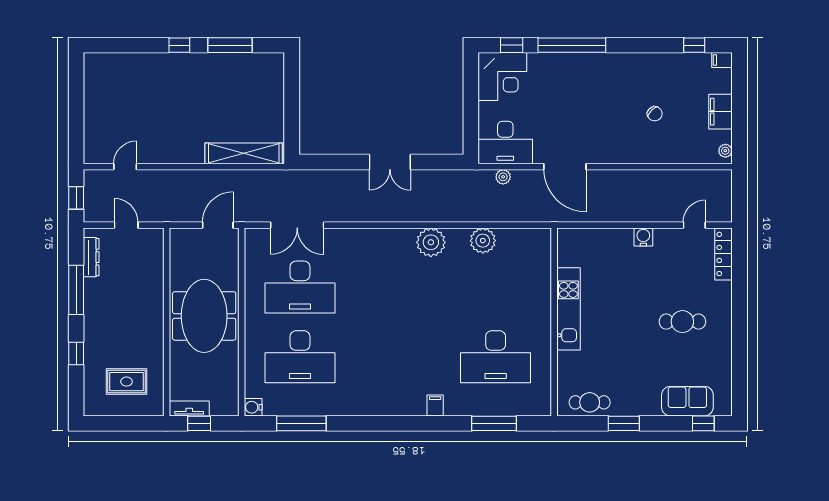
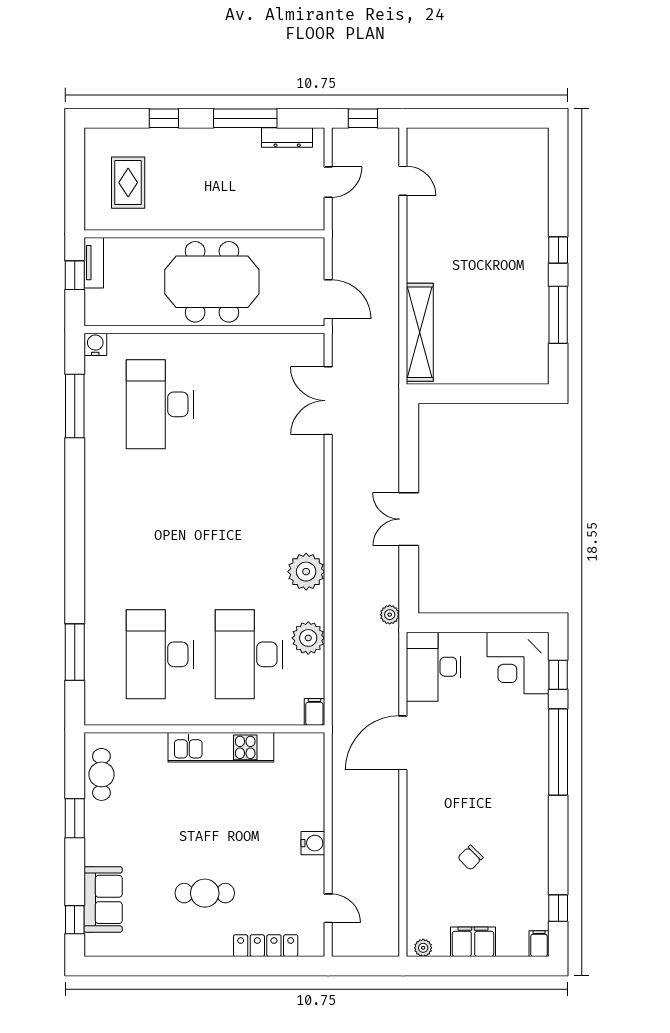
plant: (503, 177) -> (390, 615), moved
locker: (724, 254) -> (266, 946), moved
desk: (300, 287) -> (249, 654), moved
cafe table: (682, 322) -> (205, 893), turned 90
filing cabinet: (435, 405) -> (314, 712), moved, turned -90

